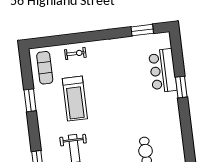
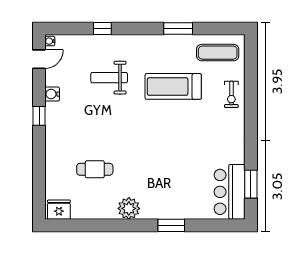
bar counter: (163, 71) -> (230, 192), moved, turned -90
plant: (172, 121) -> (129, 208), added

